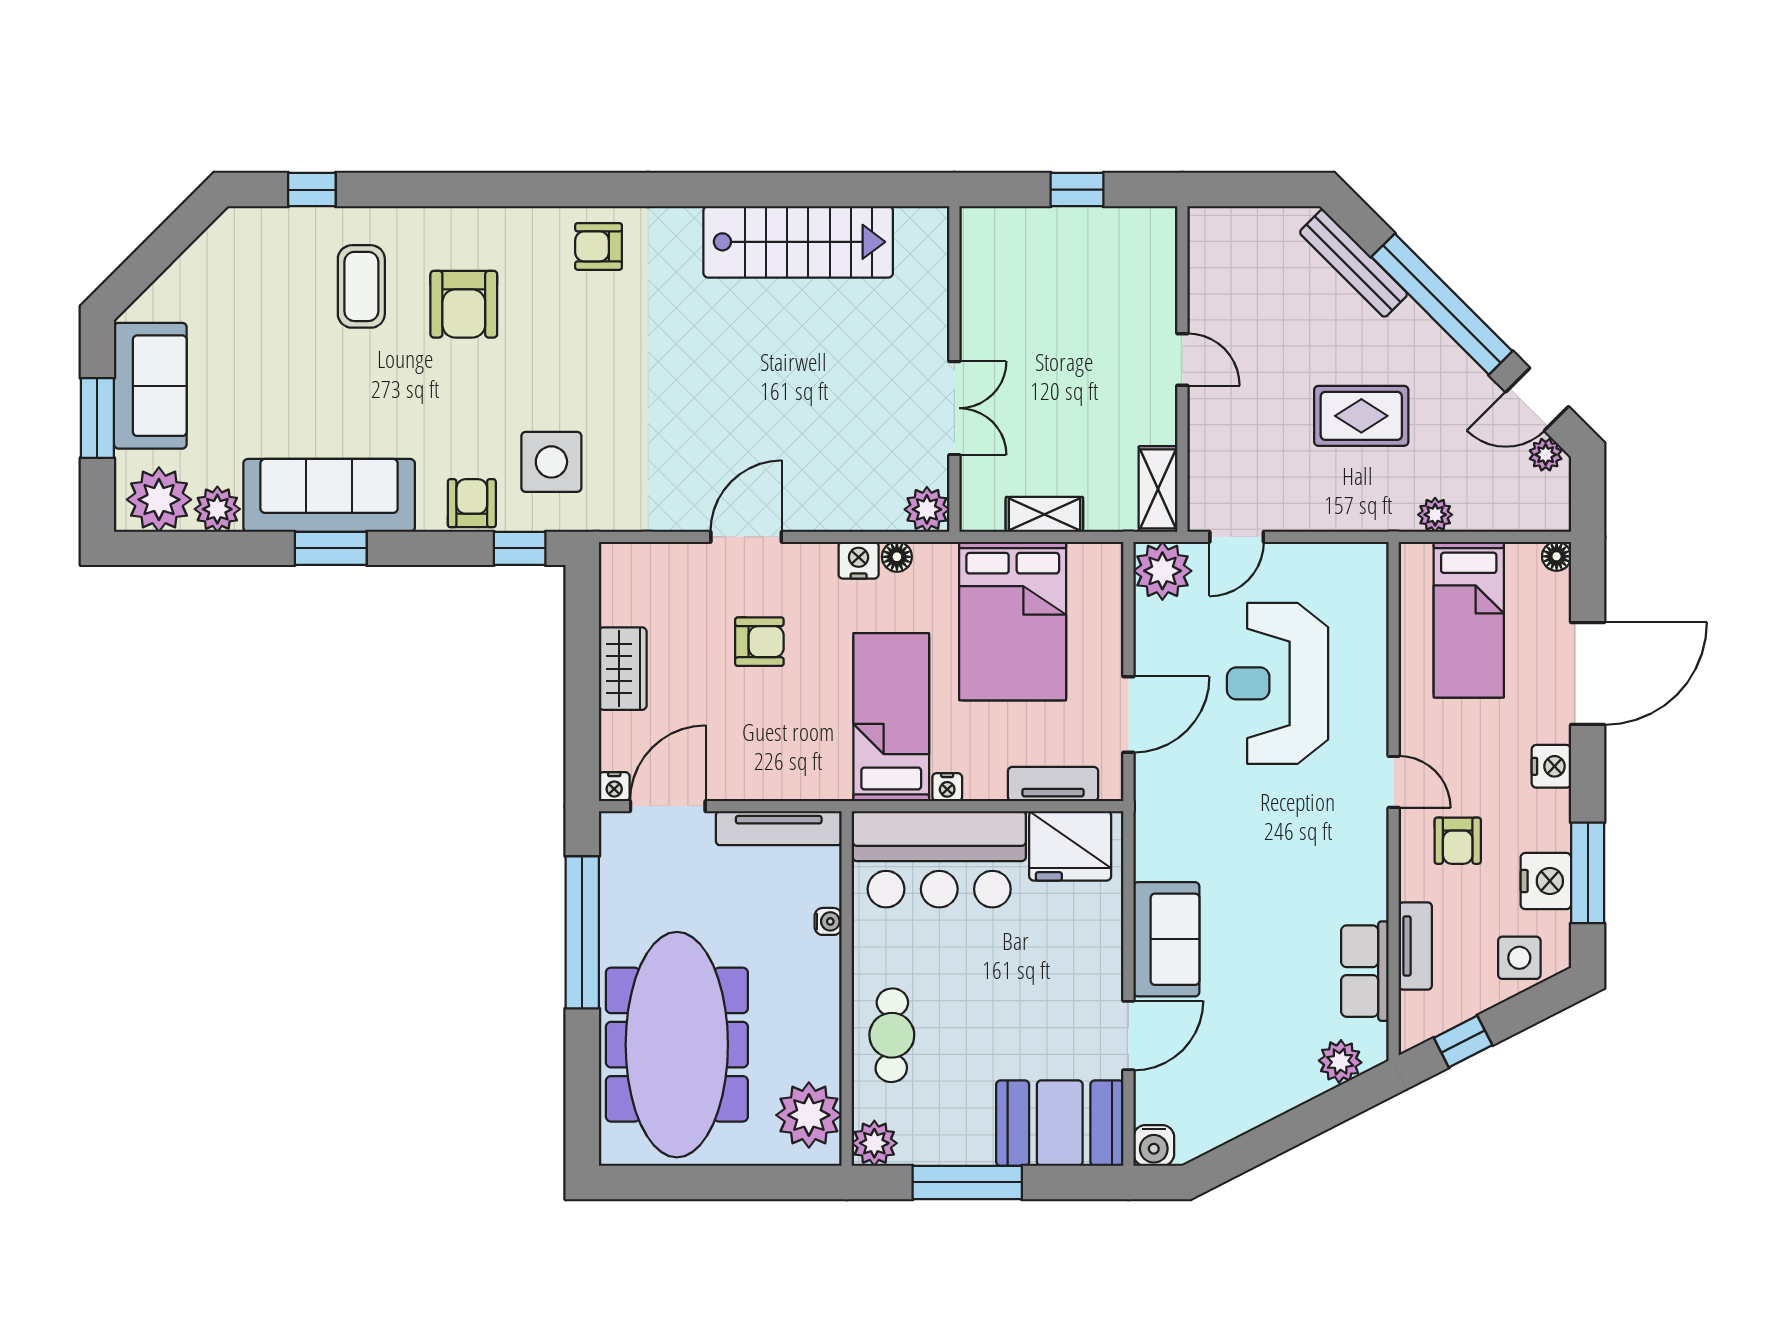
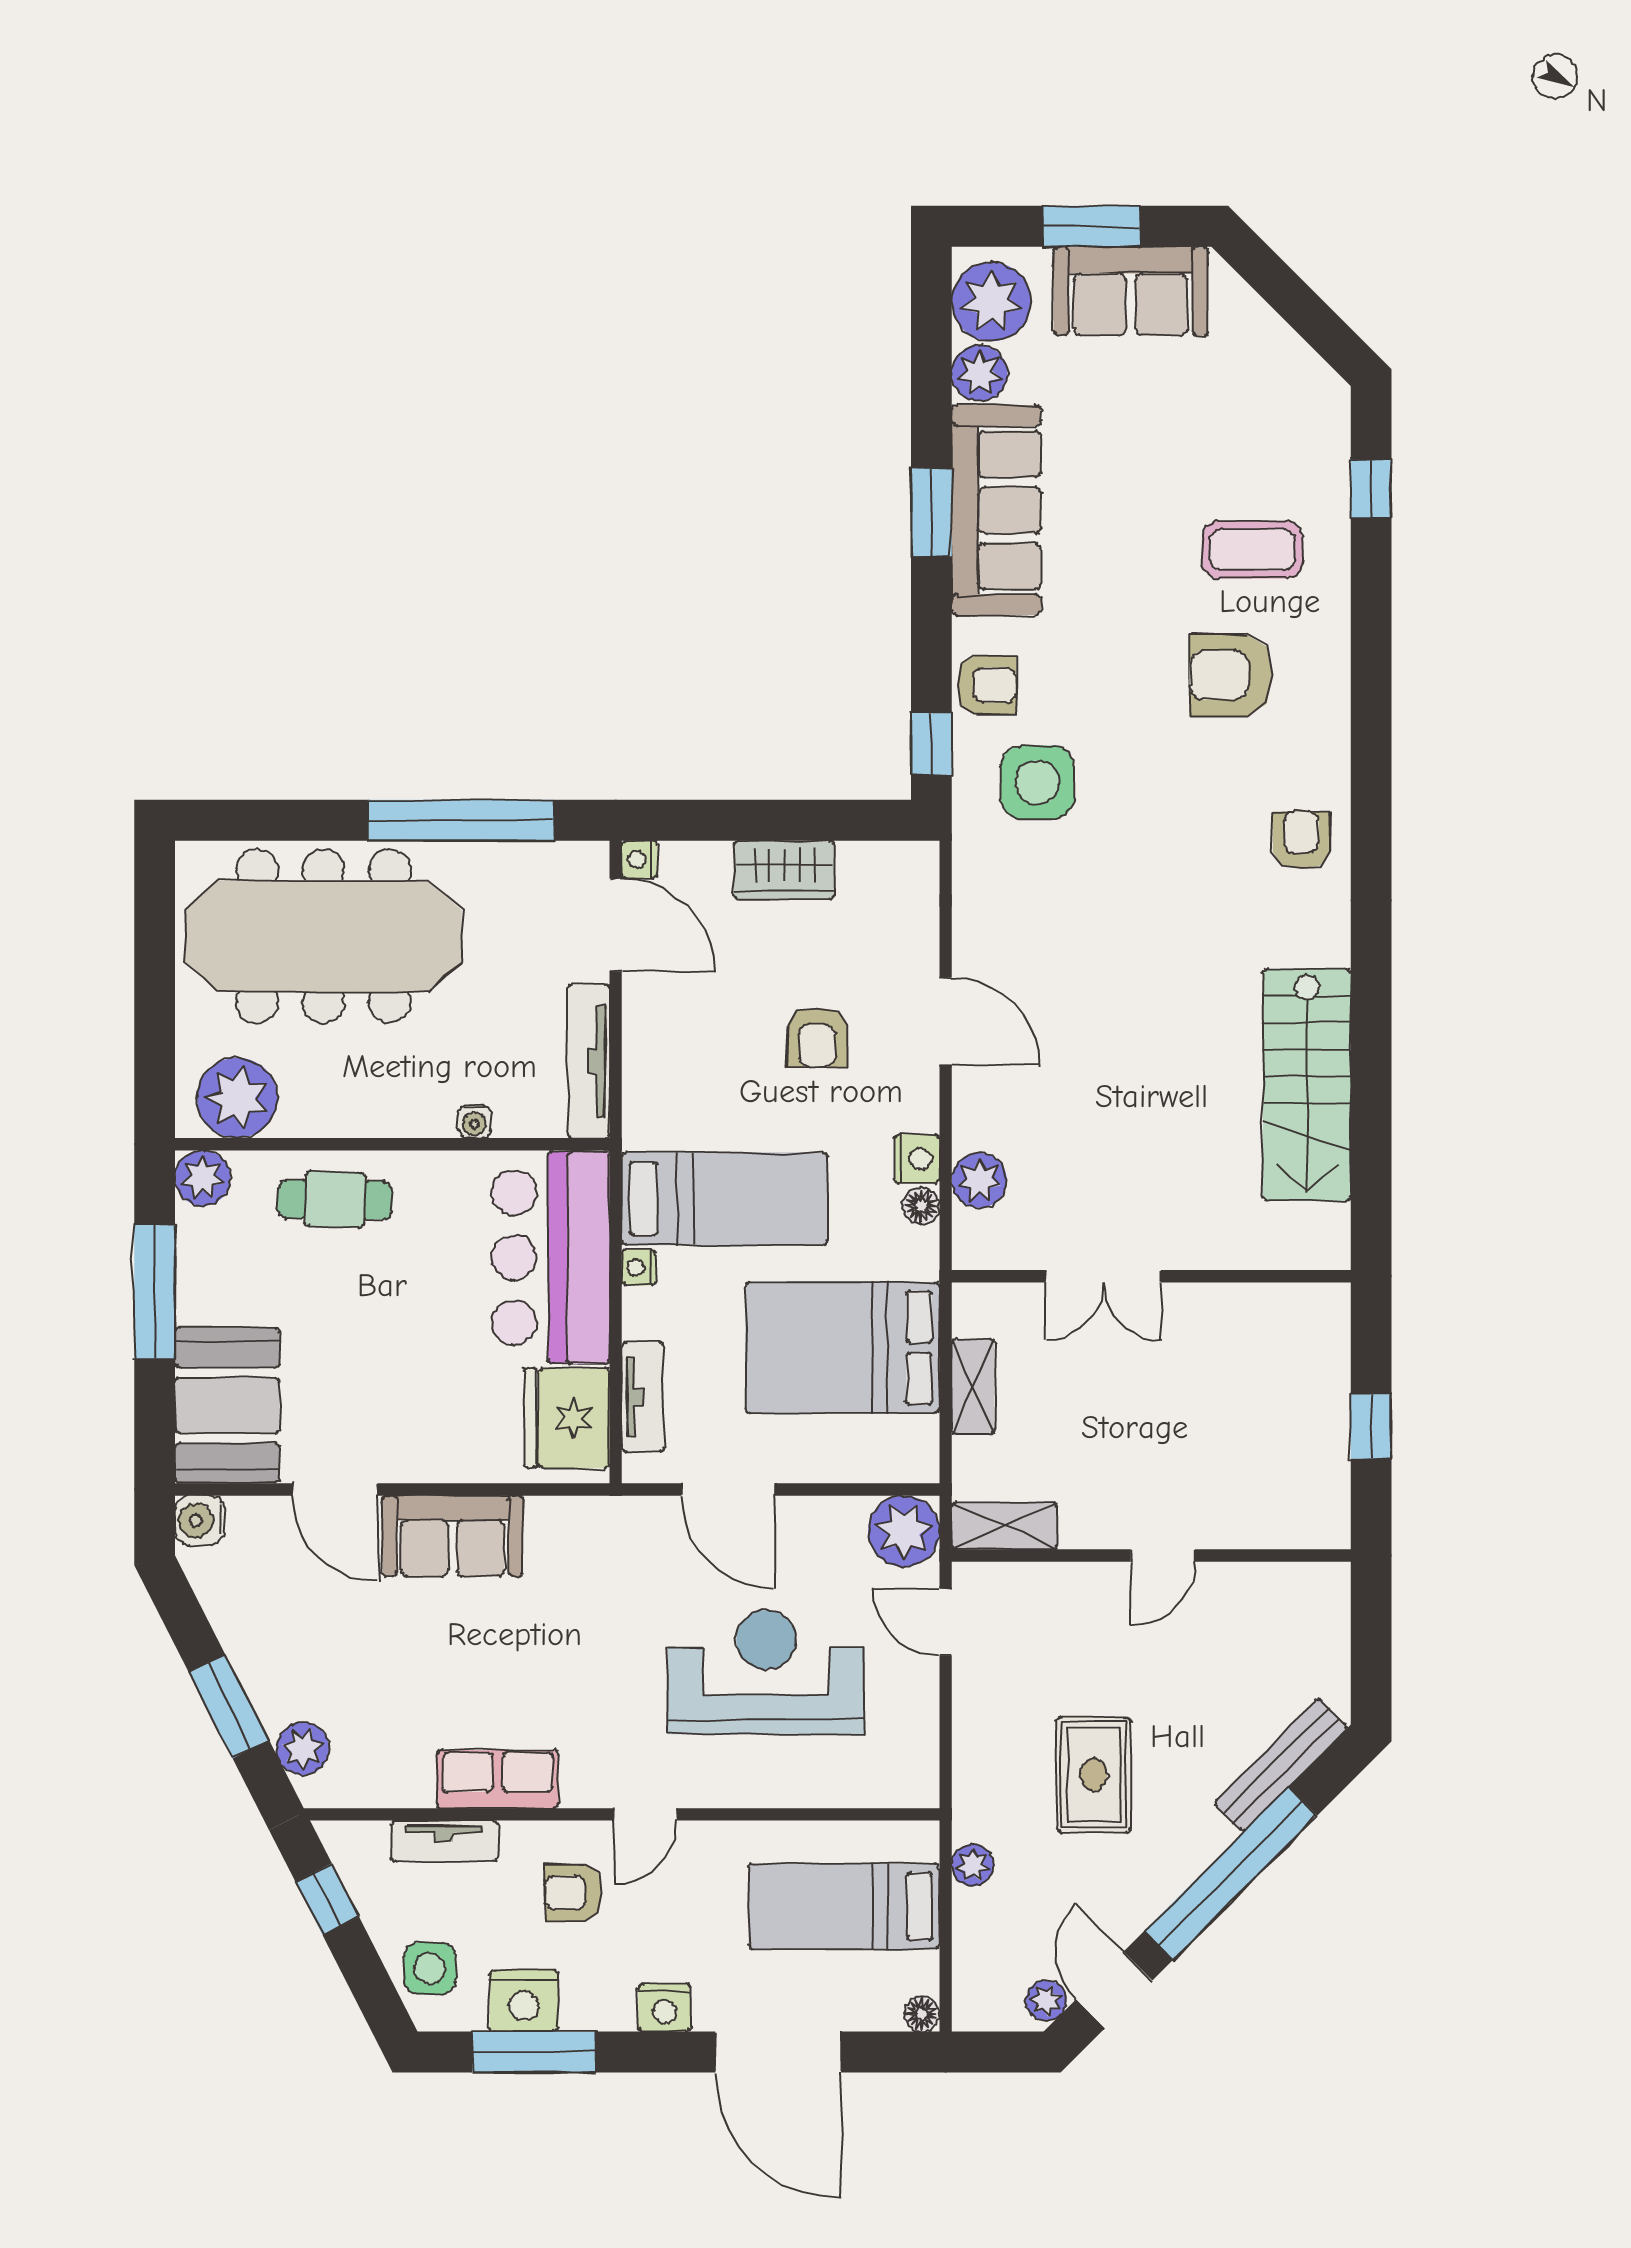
plant: (927, 509) -> (979, 1180), moved
row of seats: (1365, 971) -> (498, 1779), moved
window: (1306, 1122) -> (229, 1706), added

